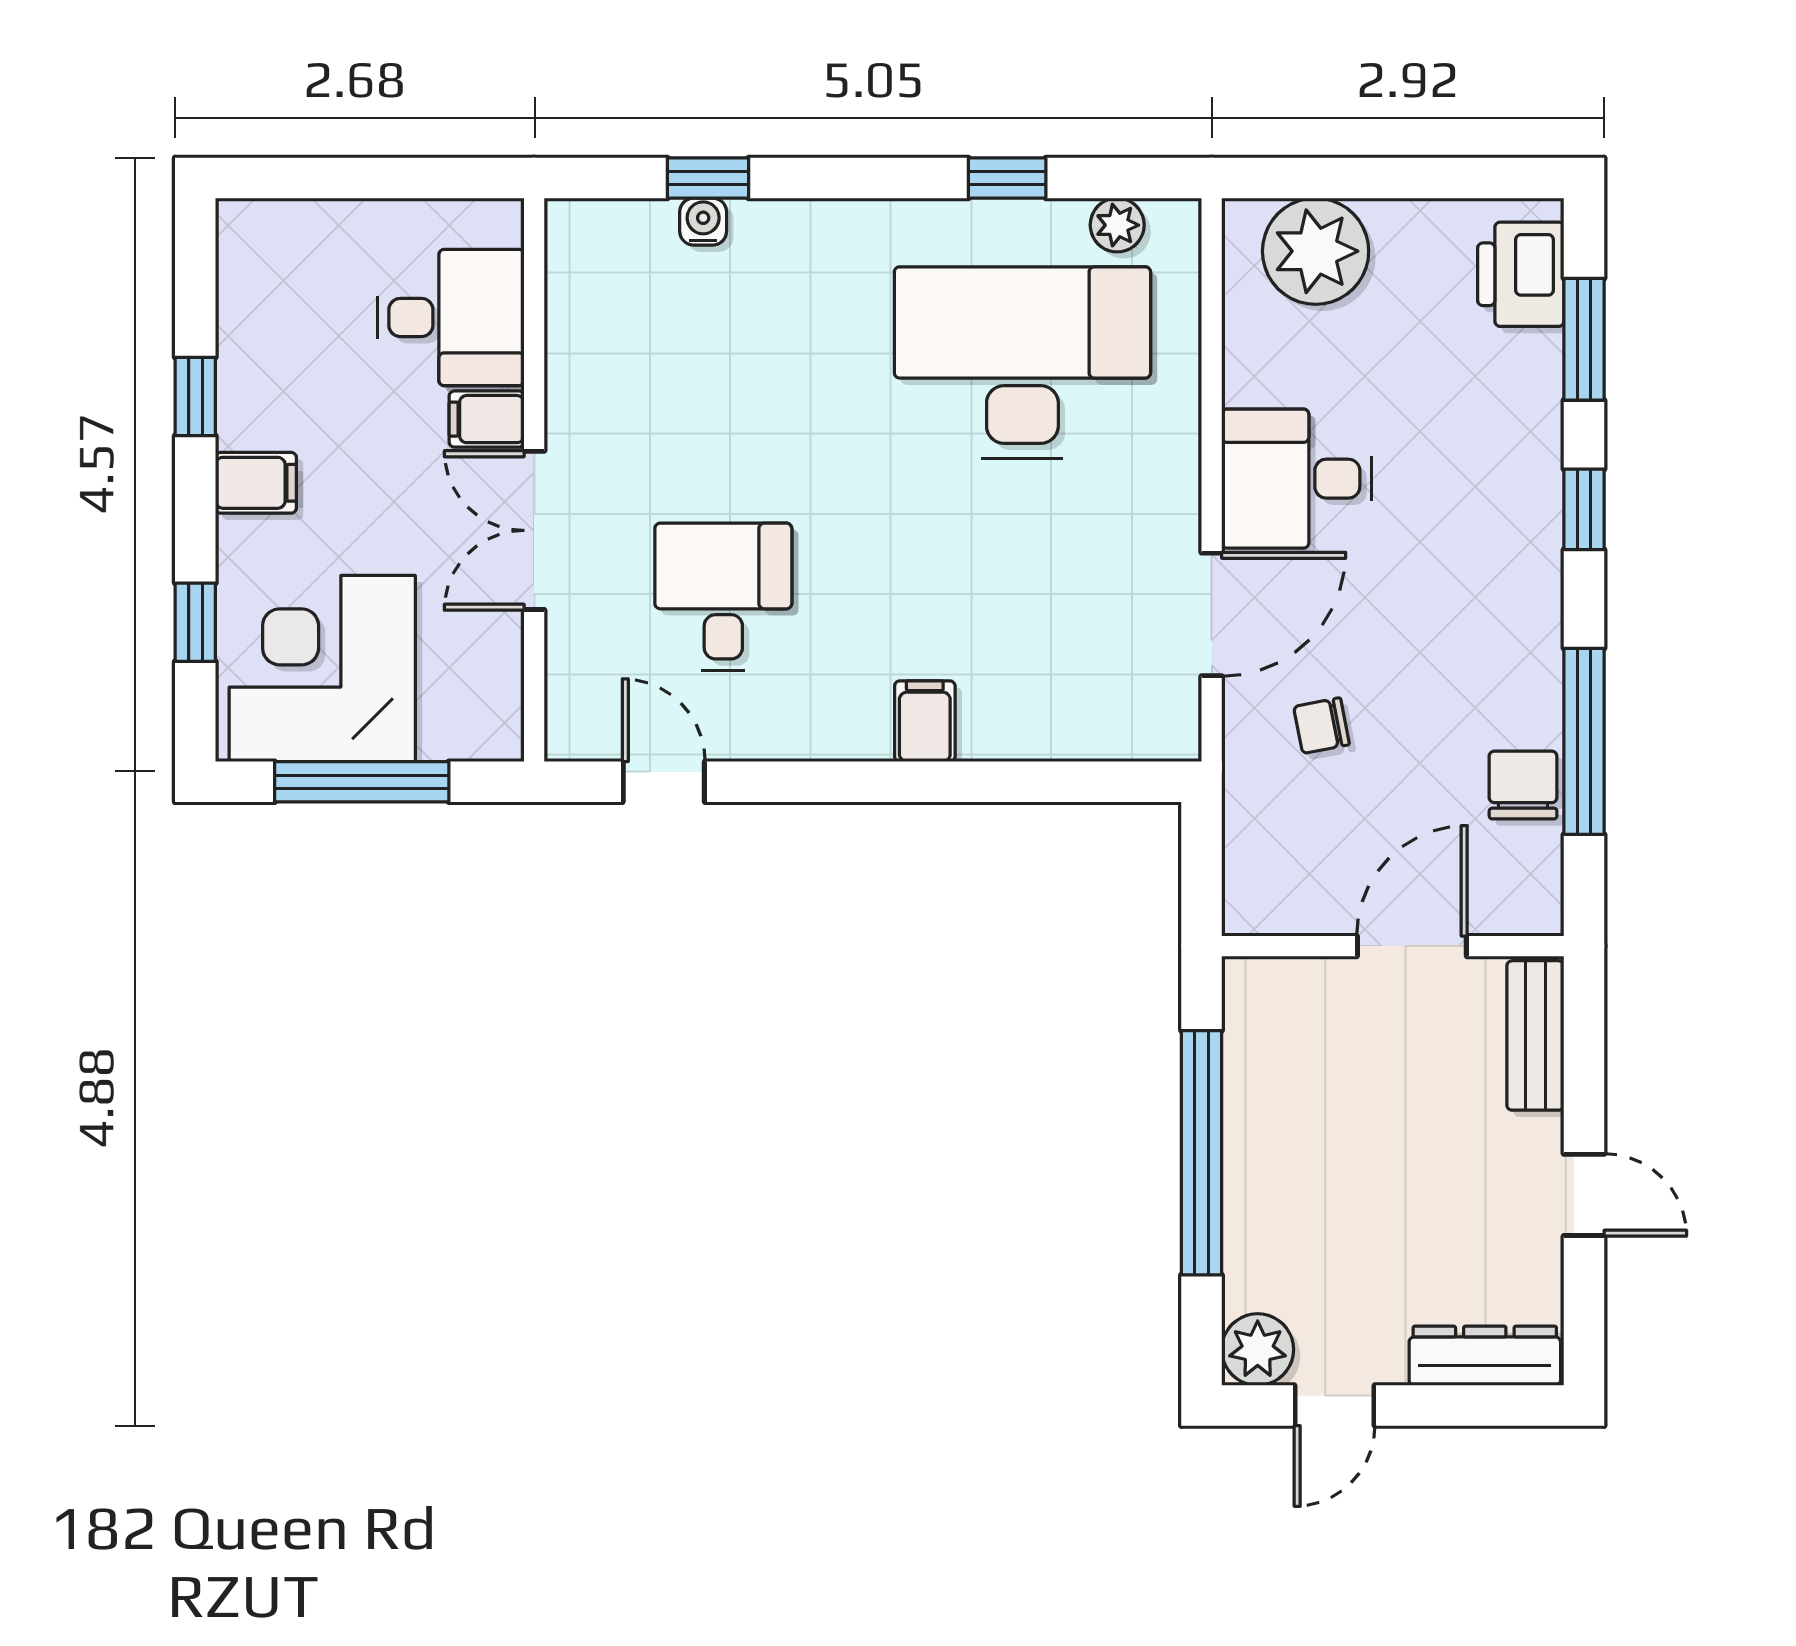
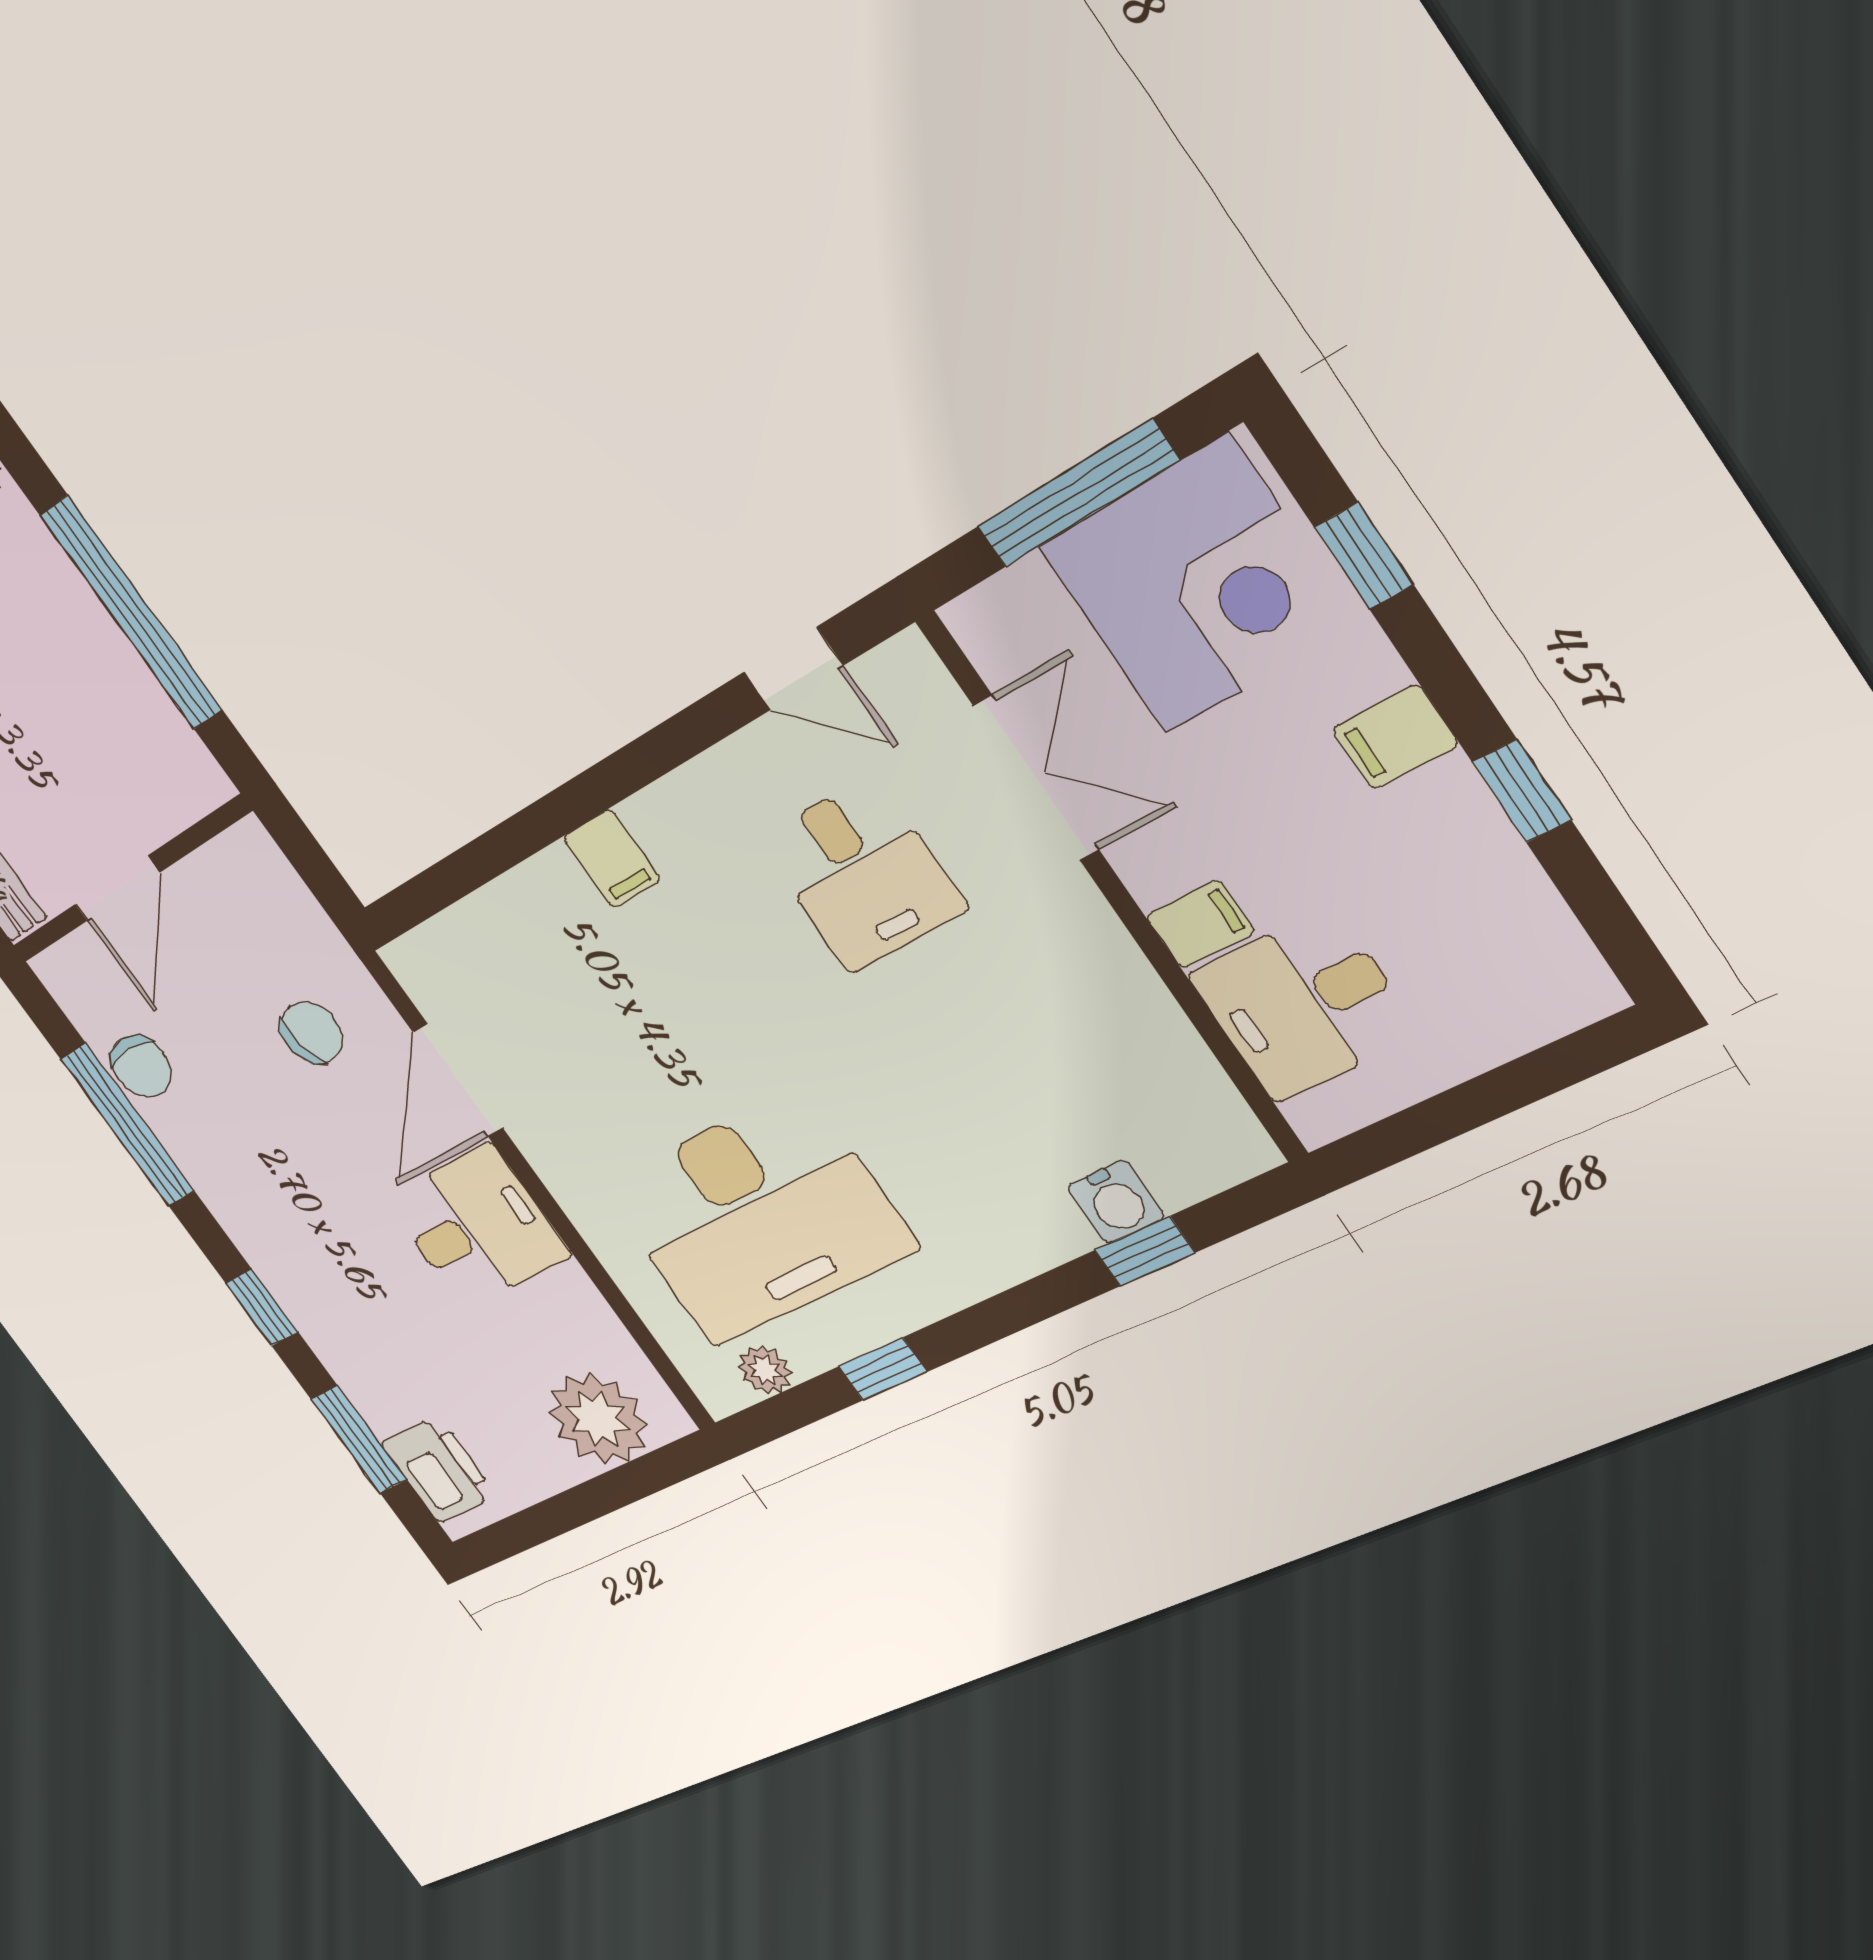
water cooler: (703, 222) -> (1116, 1202), width x1.38, depth x1.38
double door: (534, 530) -> (1036, 778), moved
chair: (1322, 726) -> (312, 1033), width x1.37, depth x1.37

